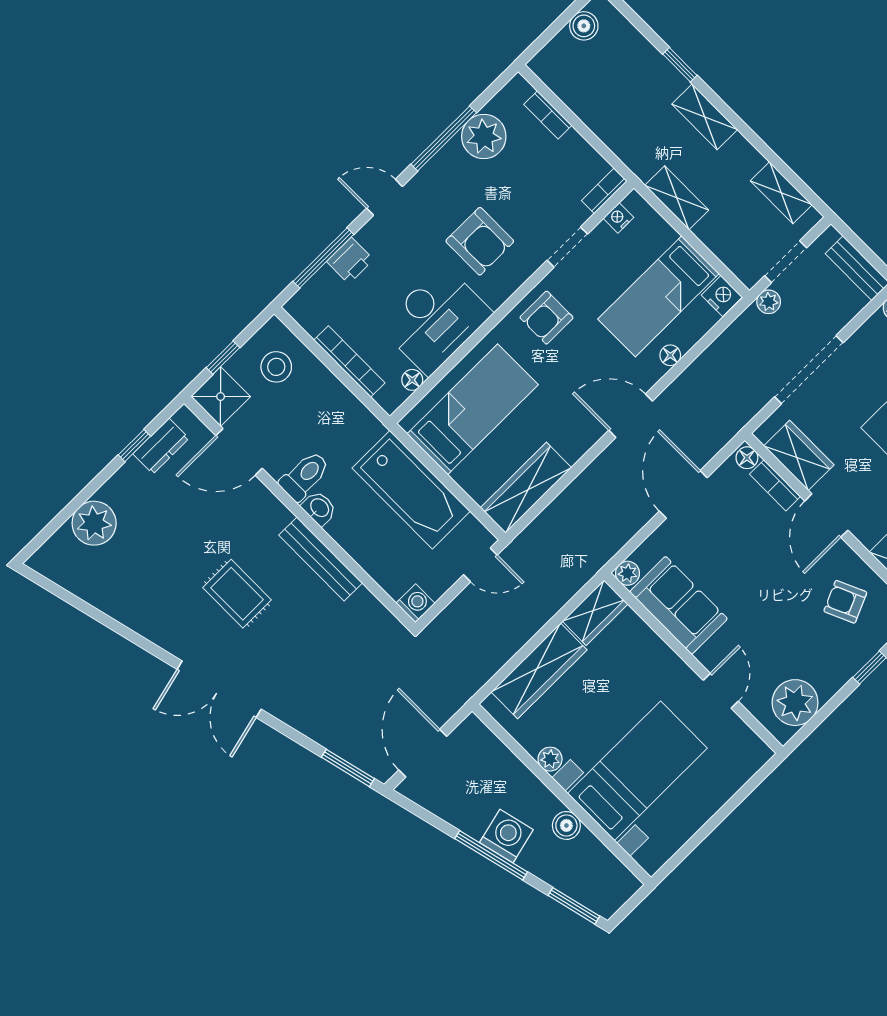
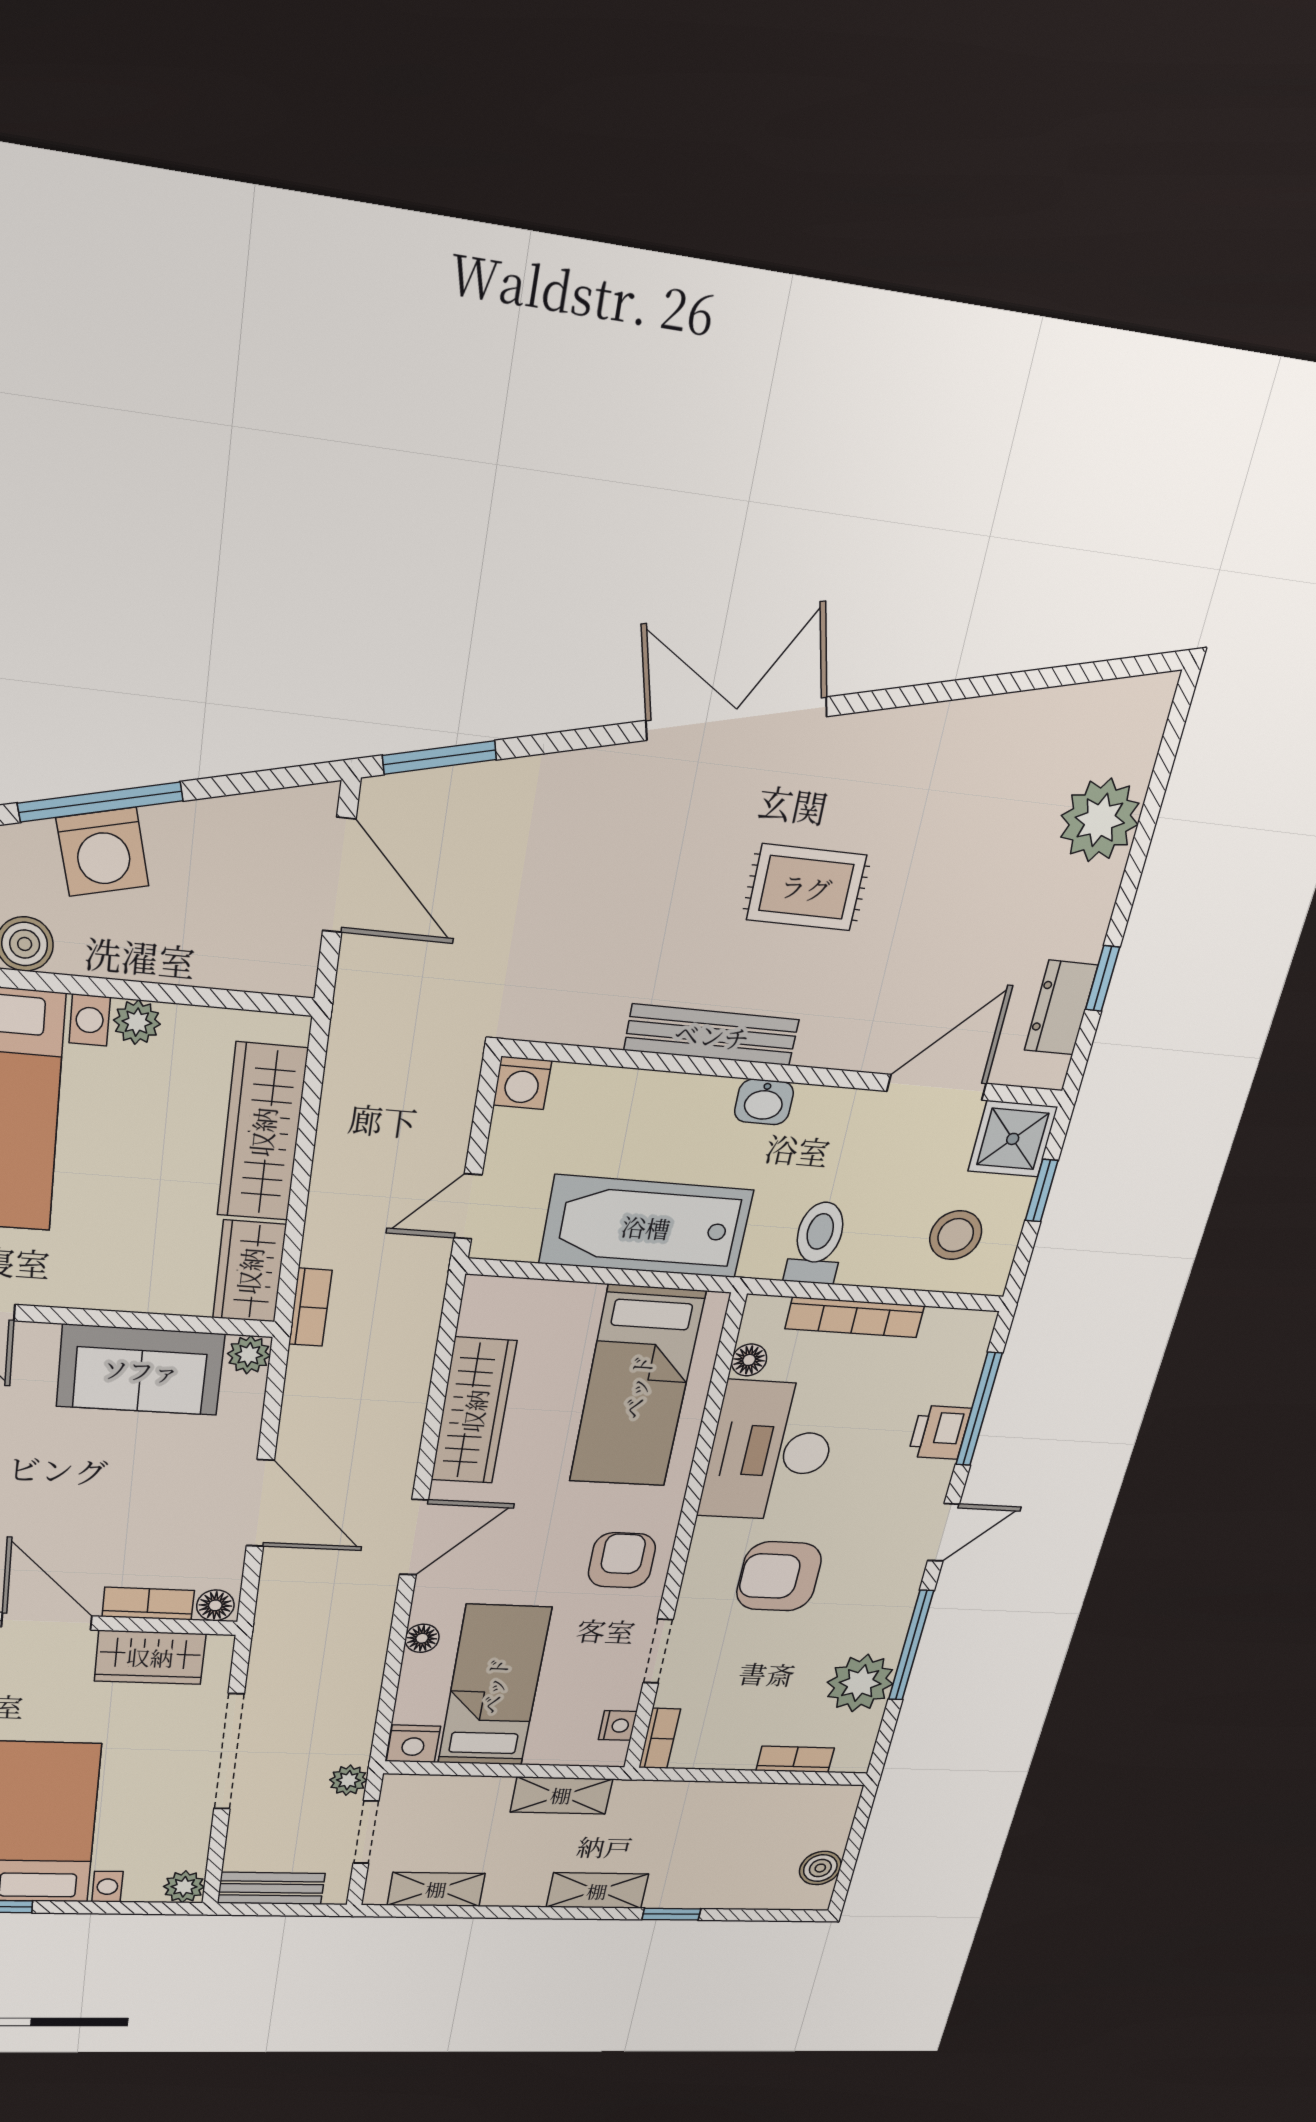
toilet: (305, 476) -> (817, 1243), moved, turned 180
wardrobe: (526, 488) -> (474, 1411), moved
bookcase: (584, 574) -> (310, 1307), added

